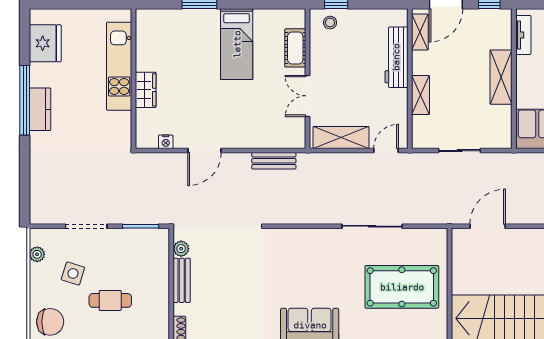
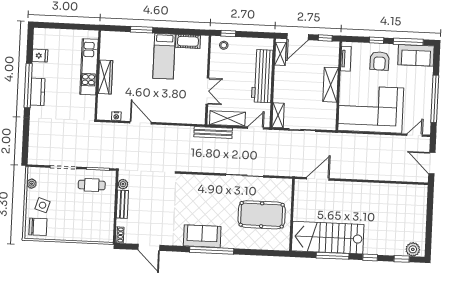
fridge: (45, 43) -> (40, 56), width x0.53, depth x0.75
cot: (295, 48) -> (188, 41), moved, turned 90
workbench: (396, 57) -> (262, 76), width x1.36, depth x1.32
wardrobe: (146, 90) -> (105, 77), width x1.50
shelving: (420, 95) -> (278, 115), moved
double door: (308, 96) -> (207, 91), swing flipped
door: (204, 151) -> (141, 123), swing flipped
bench: (274, 161) -> (213, 133), moved, width x1.36
side table: (73, 274) -> (43, 205), moved
cafe table: (110, 300) -> (92, 185), moved

